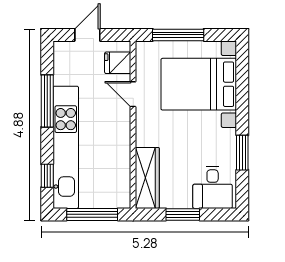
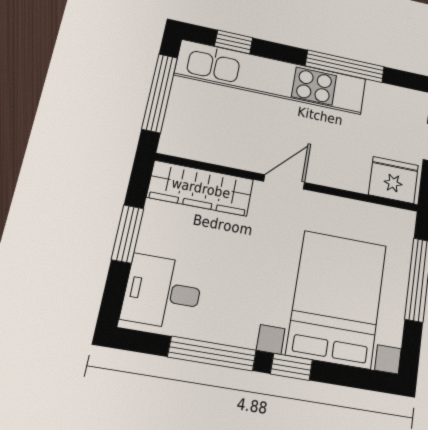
fridge: (118, 63) -> (393, 180), width x1.38
door: (133, 94) -> (284, 182), moved
window: (242, 106) -> (291, 367), added
window: (242, 153) -> (212, 354), width x1.44

